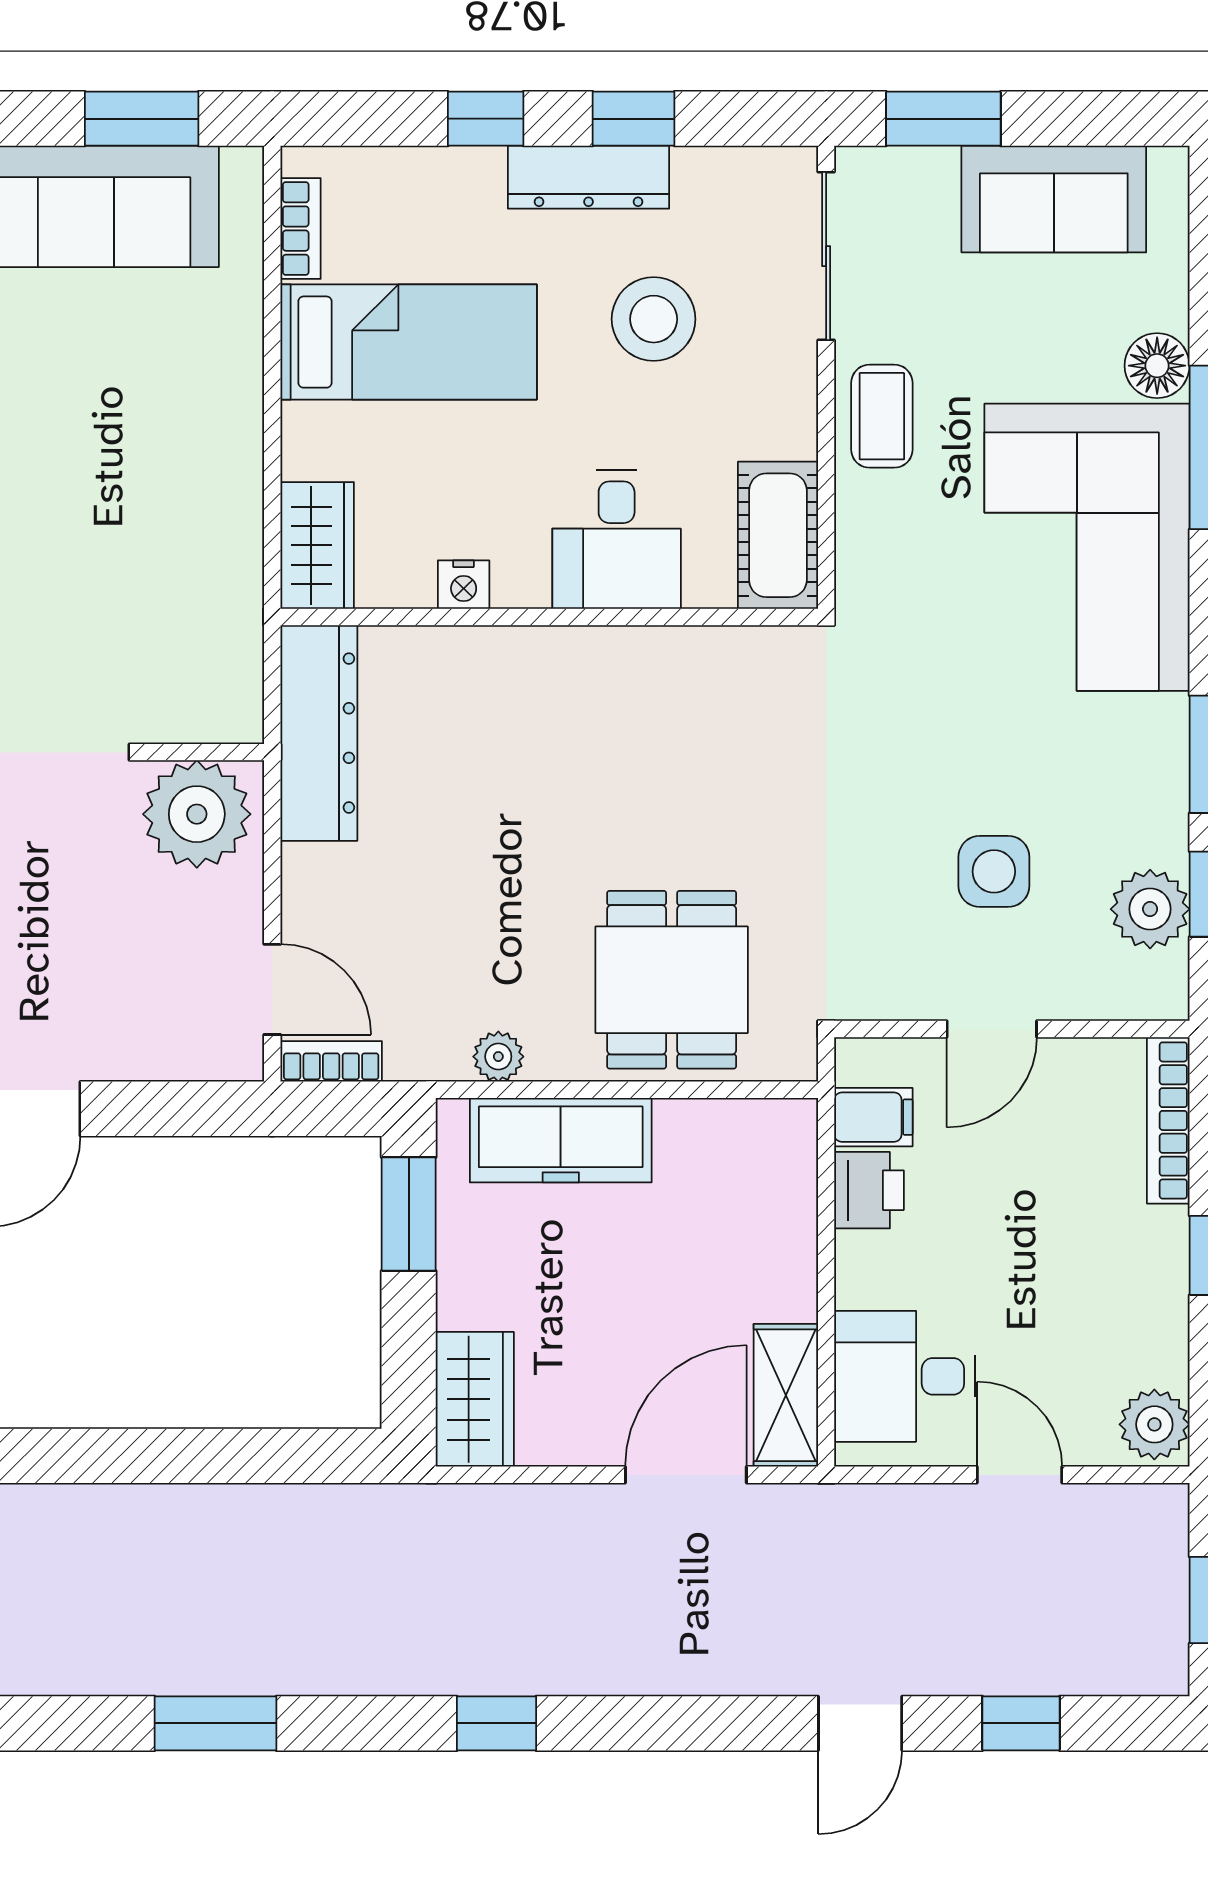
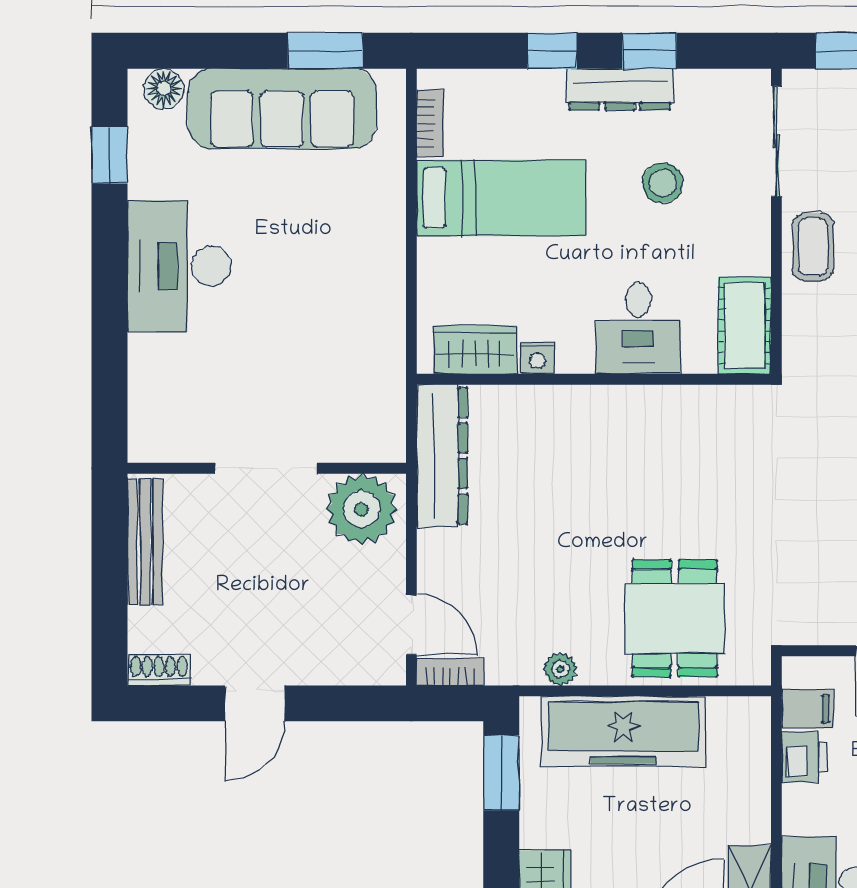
stool: (654, 319) -> (663, 183), width x0.73, depth x0.73
wardrobe: (317, 545) -> (475, 350), moved, turned -90
freezer: (561, 1140) -> (623, 731), width x1.36, depth x1.26

